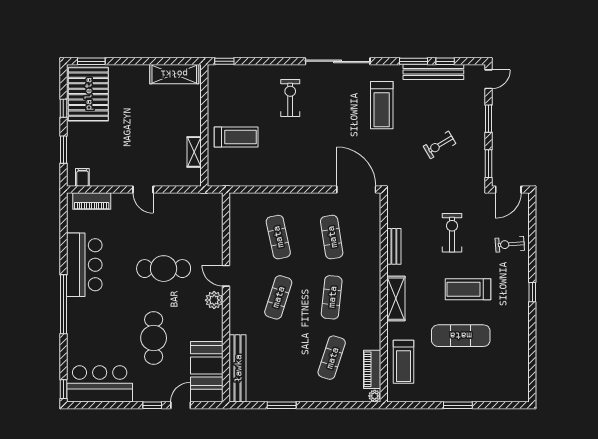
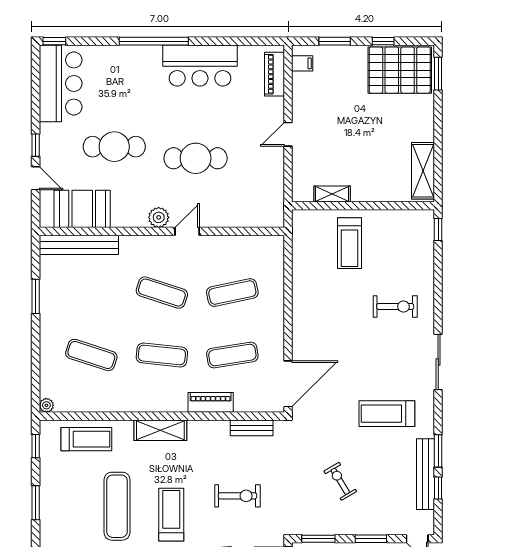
sliding door: (338, 61) -> (438, 362), width x0.73
bench: (394, 246) -> (252, 428), moved
cafe table: (164, 269) -> (196, 158), turned 90
treadmill: (403, 362) -> (86, 439), turned 180
piano: (372, 369) -> (211, 402), moved
window: (410, 405) -> (36, 446), added

